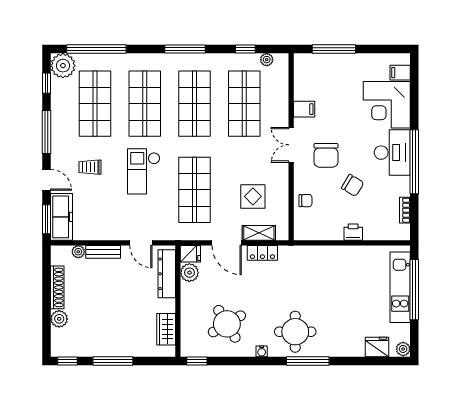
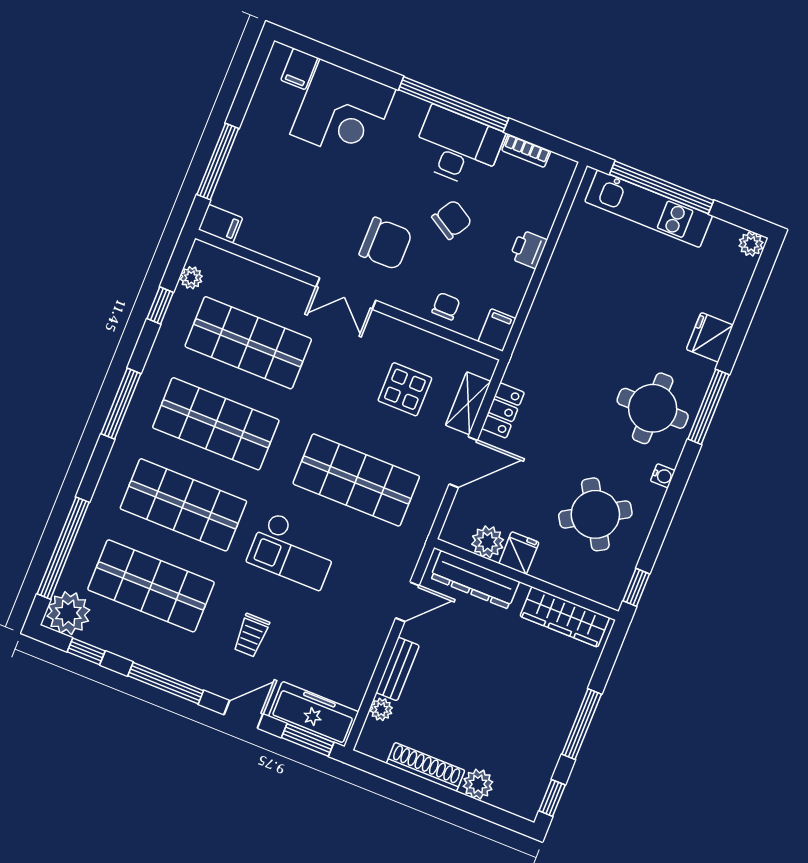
filing cabinet: (304, 109) -> (221, 224), moved, turned 90
desk: (392, 153) -> (457, 147), moved
filing cabinet: (304, 233) -> (497, 330), added
fridge: (190, 254) -> (519, 553), moved
wardrobe: (166, 329) -> (565, 617), width x1.50
fridge: (377, 347) -> (710, 337), moved

